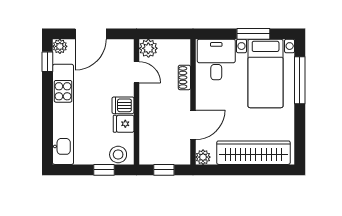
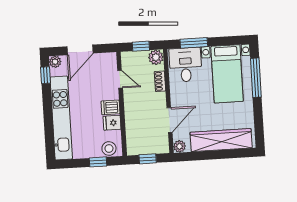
window: (164, 34) -> (141, 46), added
window: (253, 34) -> (194, 43), moved
plant: (148, 48) -> (156, 57), moved

